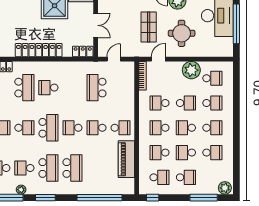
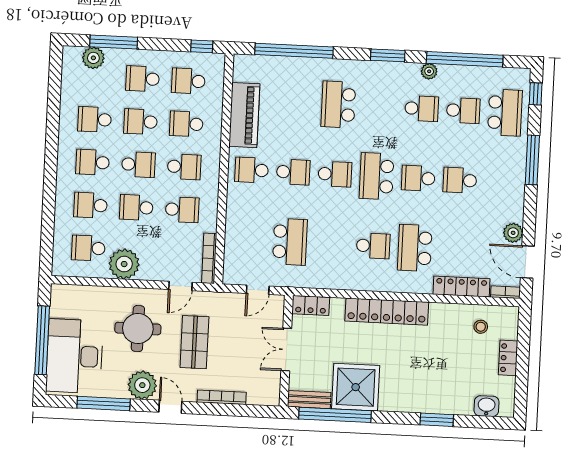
school desk: (159, 153) -> (186, 124), turned 180
school desk: (186, 153) -> (140, 122), turned 180
school desk: (48, 168) -> (380, 107), removed
plant: (225, 188) -> (93, 58), moved

